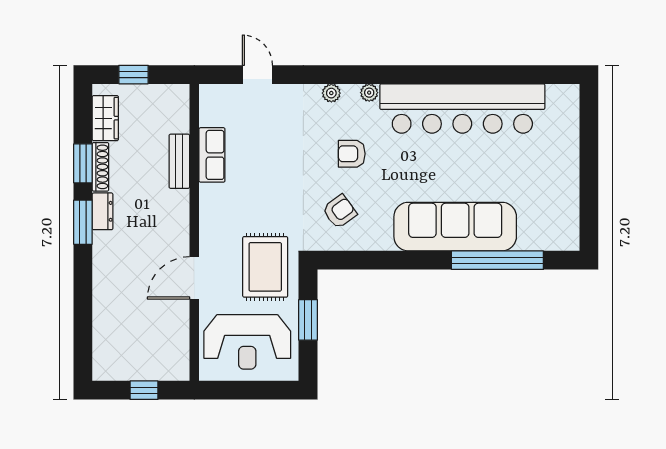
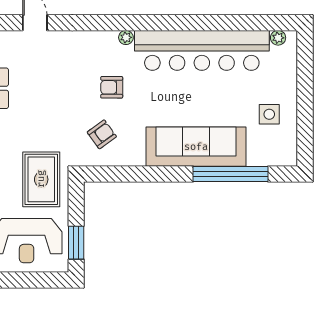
plant: (331, 93) -> (278, 38), moved
side table: (545, 187) -> (269, 114), added
window: (308, 320) -> (76, 243), moved

